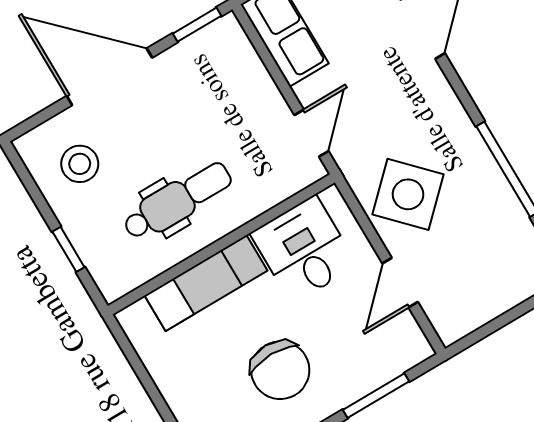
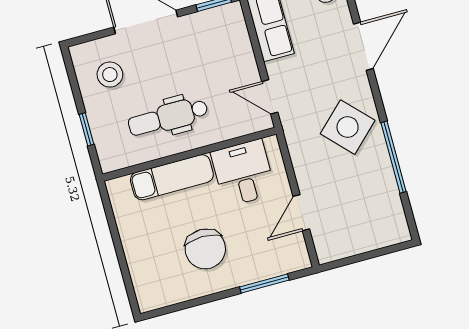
door: (311, 133) -> (270, 97), swing flipped
side table: (408, 194) -> (348, 127), moved
dental chair: (177, 201) -> (168, 117), turned 180

